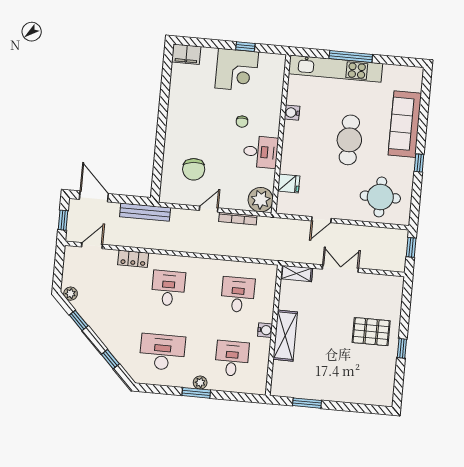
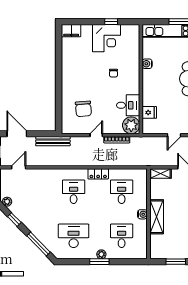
desk: (261, 152) -> (128, 105), moved
locker: (133, 259) -> (98, 174), moved
window: (110, 359) -> (38, 244), width x2.17

